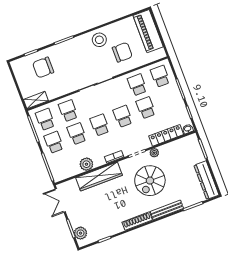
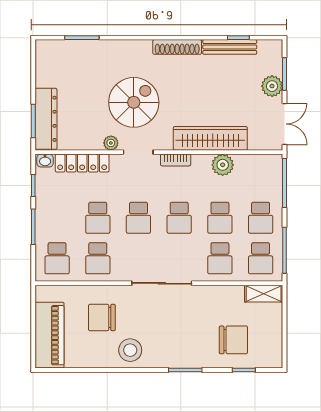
dresser: (206, 180) -> (46, 119), moved
bench: (167, 210) -> (230, 47), moved
plant: (81, 233) -> (272, 86), moved

